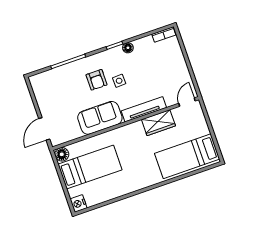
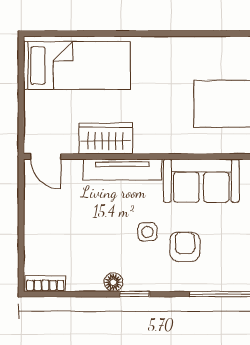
door: (187, 102) -> (46, 156), hinge flipped

